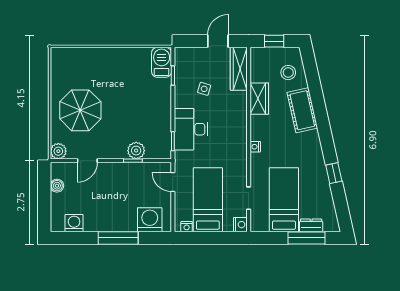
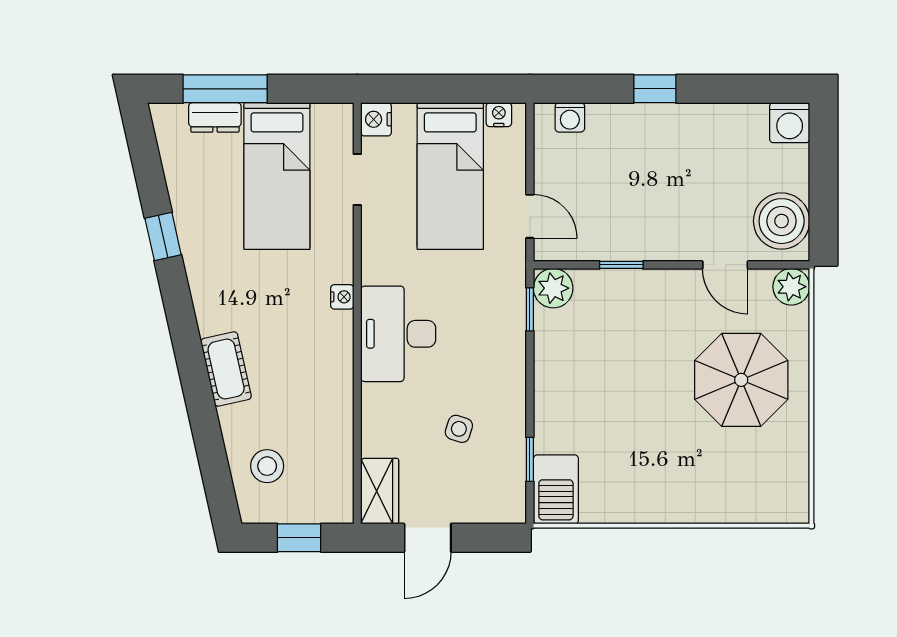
wardrobe: (239, 69) -> (380, 491), width x0.67
wardrobe: (259, 99) -> (333, 407), removed
cot: (302, 110) -> (226, 369), width x0.73, depth x0.75
desk: (191, 129) -> (398, 334), moved, turned 180
plant: (136, 151) -> (553, 288), moved
door: (87, 161) -> (725, 265), swing flipped
boiler: (57, 186) -> (782, 221), width x1.86, depth x1.86
washing machine: (150, 220) -> (570, 117), width x0.53, depth x0.53
washing machine: (74, 223) -> (790, 123), moved
window: (118, 238) -> (655, 89), width x0.46

